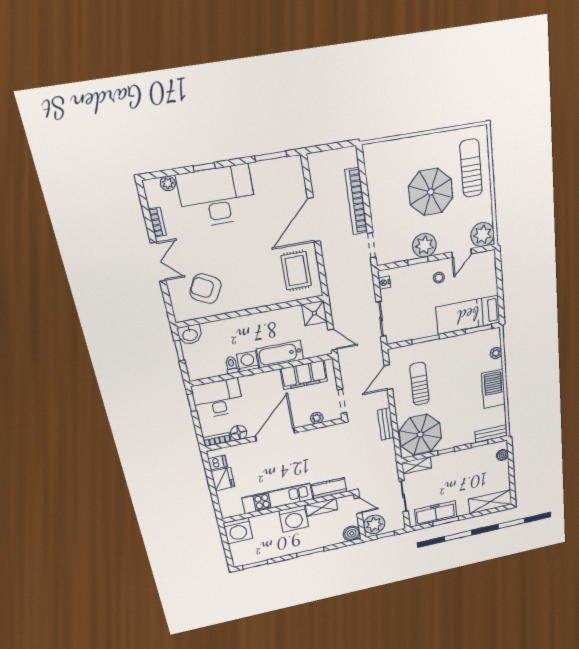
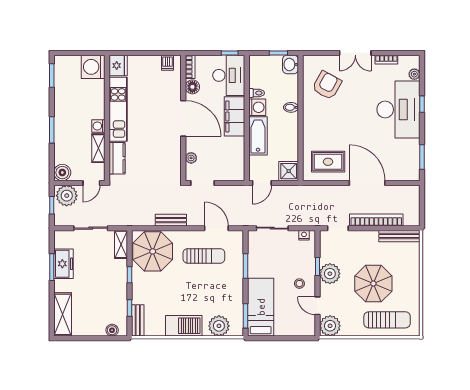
bench: (372, 169) -> (399, 236), added
bidet: (240, 324) -> (291, 107), added
plant: (496, 353) -> (219, 326), width x1.88, depth x1.88
filing cabinet: (304, 375) -> (235, 116), moved
fridge: (223, 479) -> (118, 66), moved, turned -90
freezer: (436, 513) -> (64, 264), width x0.71
washing machine: (294, 519) -> (98, 126), width x0.53, depth x0.53

